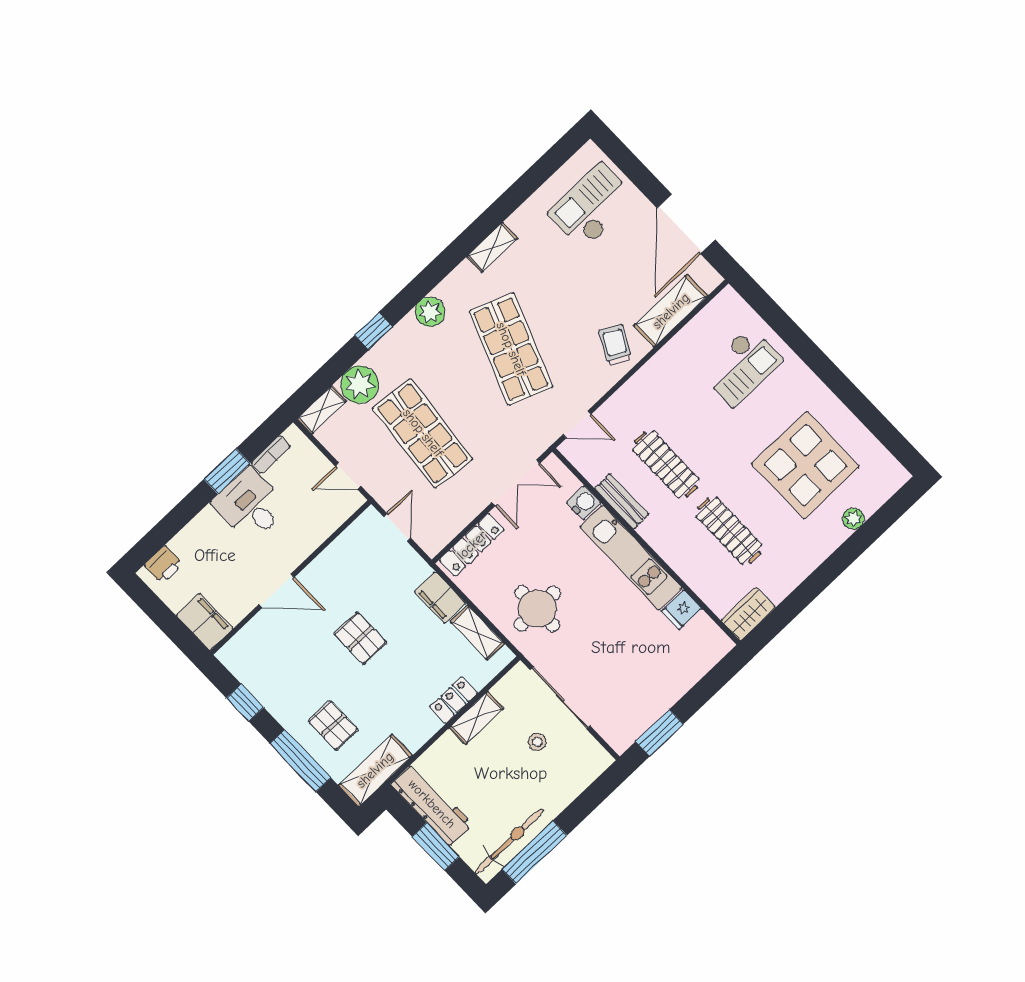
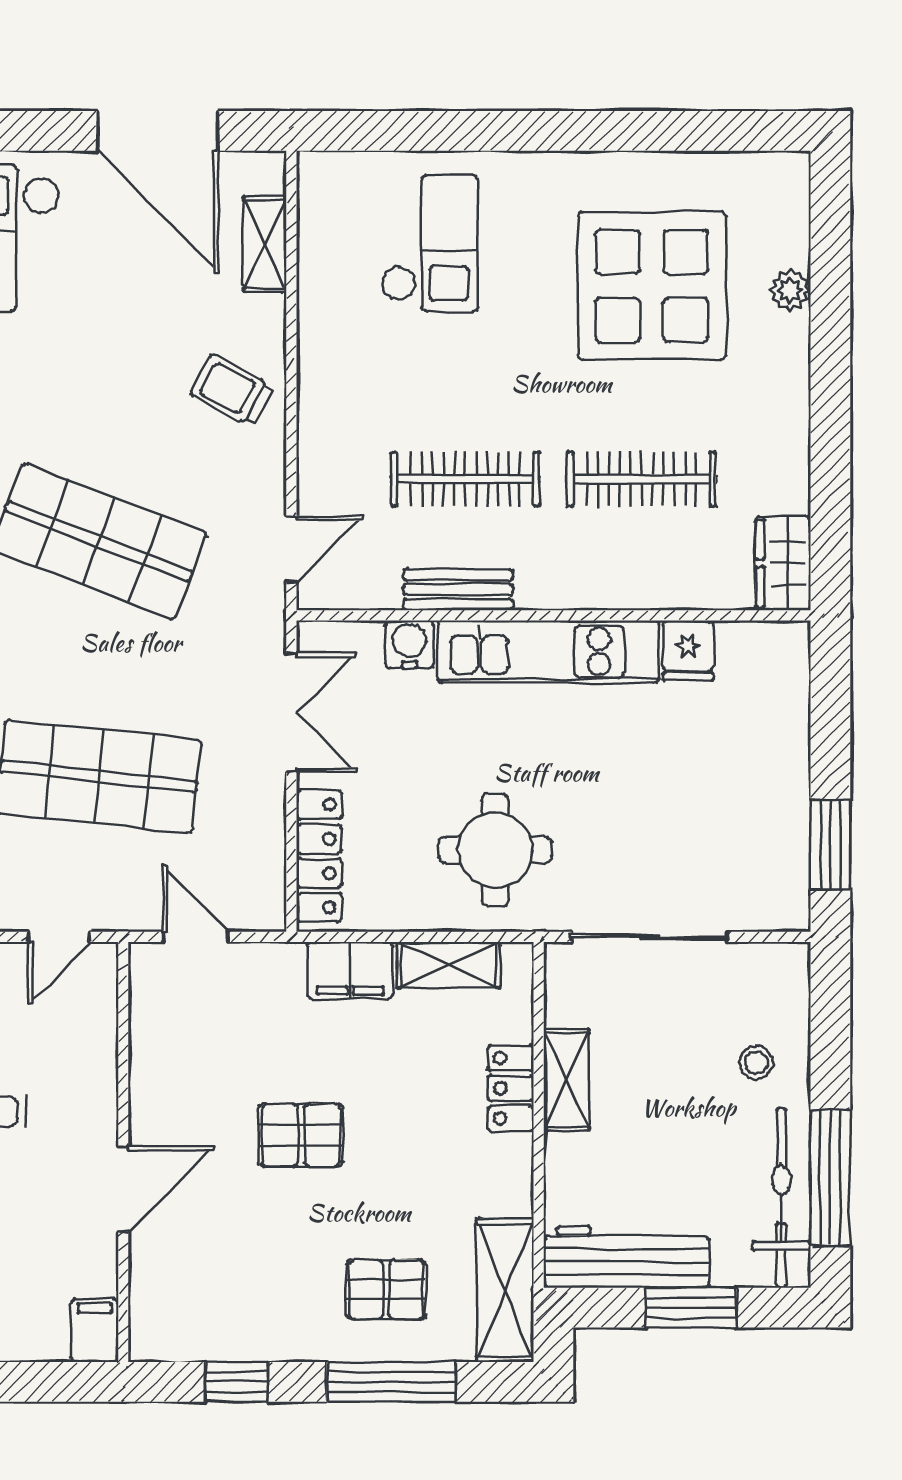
shelving: (671, 311) -> (265, 244), width x0.67, depth x0.75
filing cabinet: (205, 622) -> (95, 1330), width x0.50
stool: (537, 742) -> (756, 1063), moved

